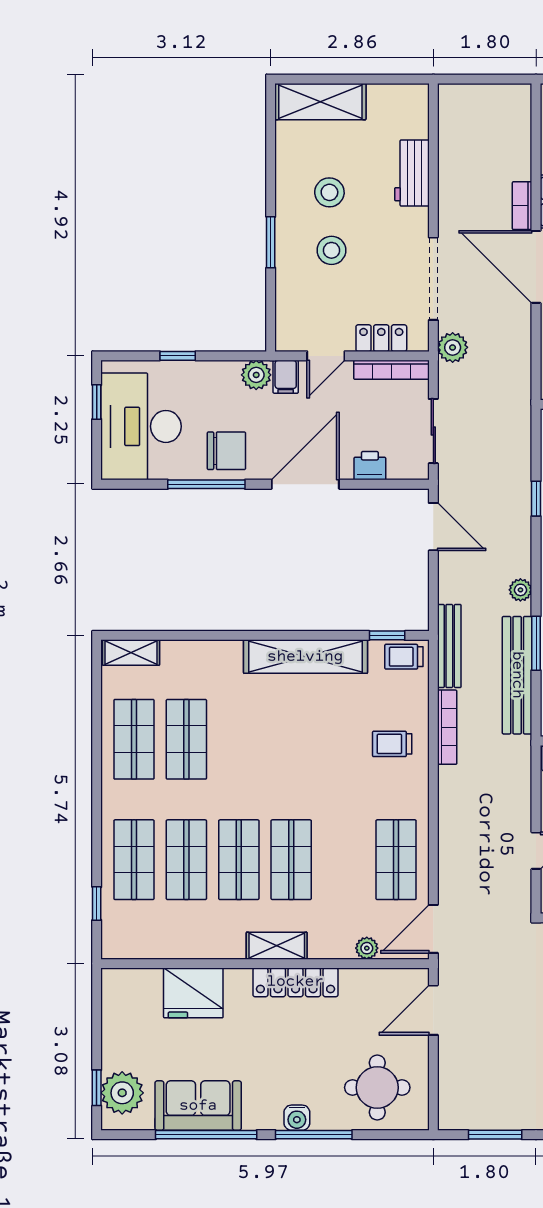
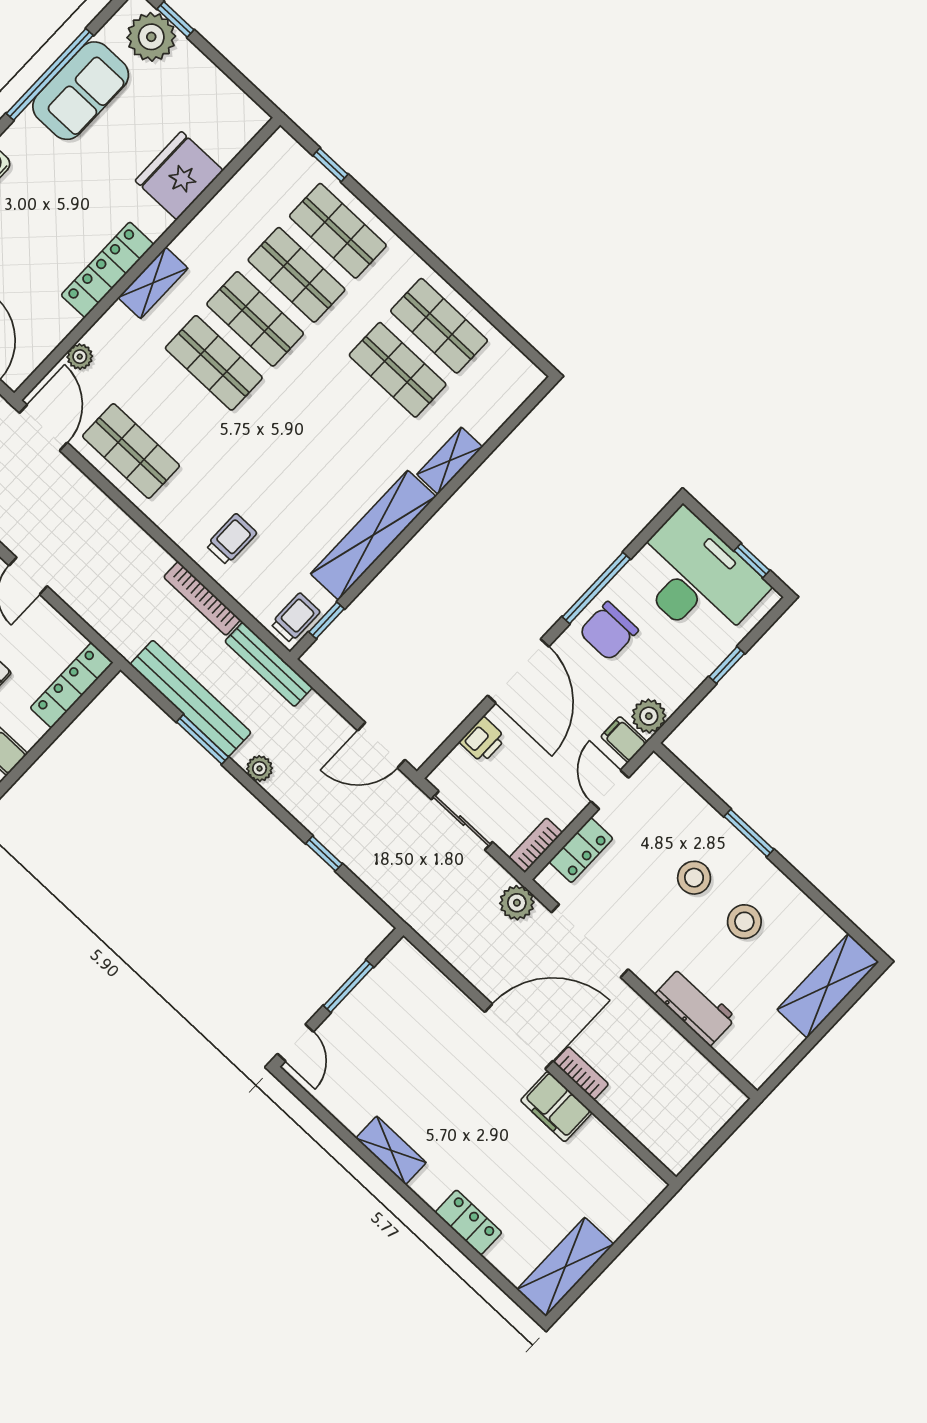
bookcase: (391, 370) -> (536, 845), width x0.64
shelving: (131, 653) -> (450, 461), moved

